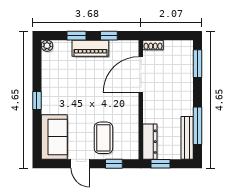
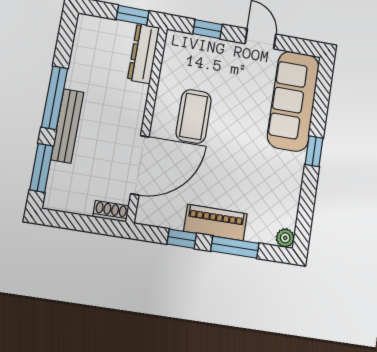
window: (77, 36) -> (235, 247), width x1.50
window: (197, 126) -> (55, 98), moved
sofa: (54, 137) -> (293, 101), width x1.36
coffee table: (103, 138) -> (194, 116), moved
bench: (187, 138) -> (67, 126), moved

